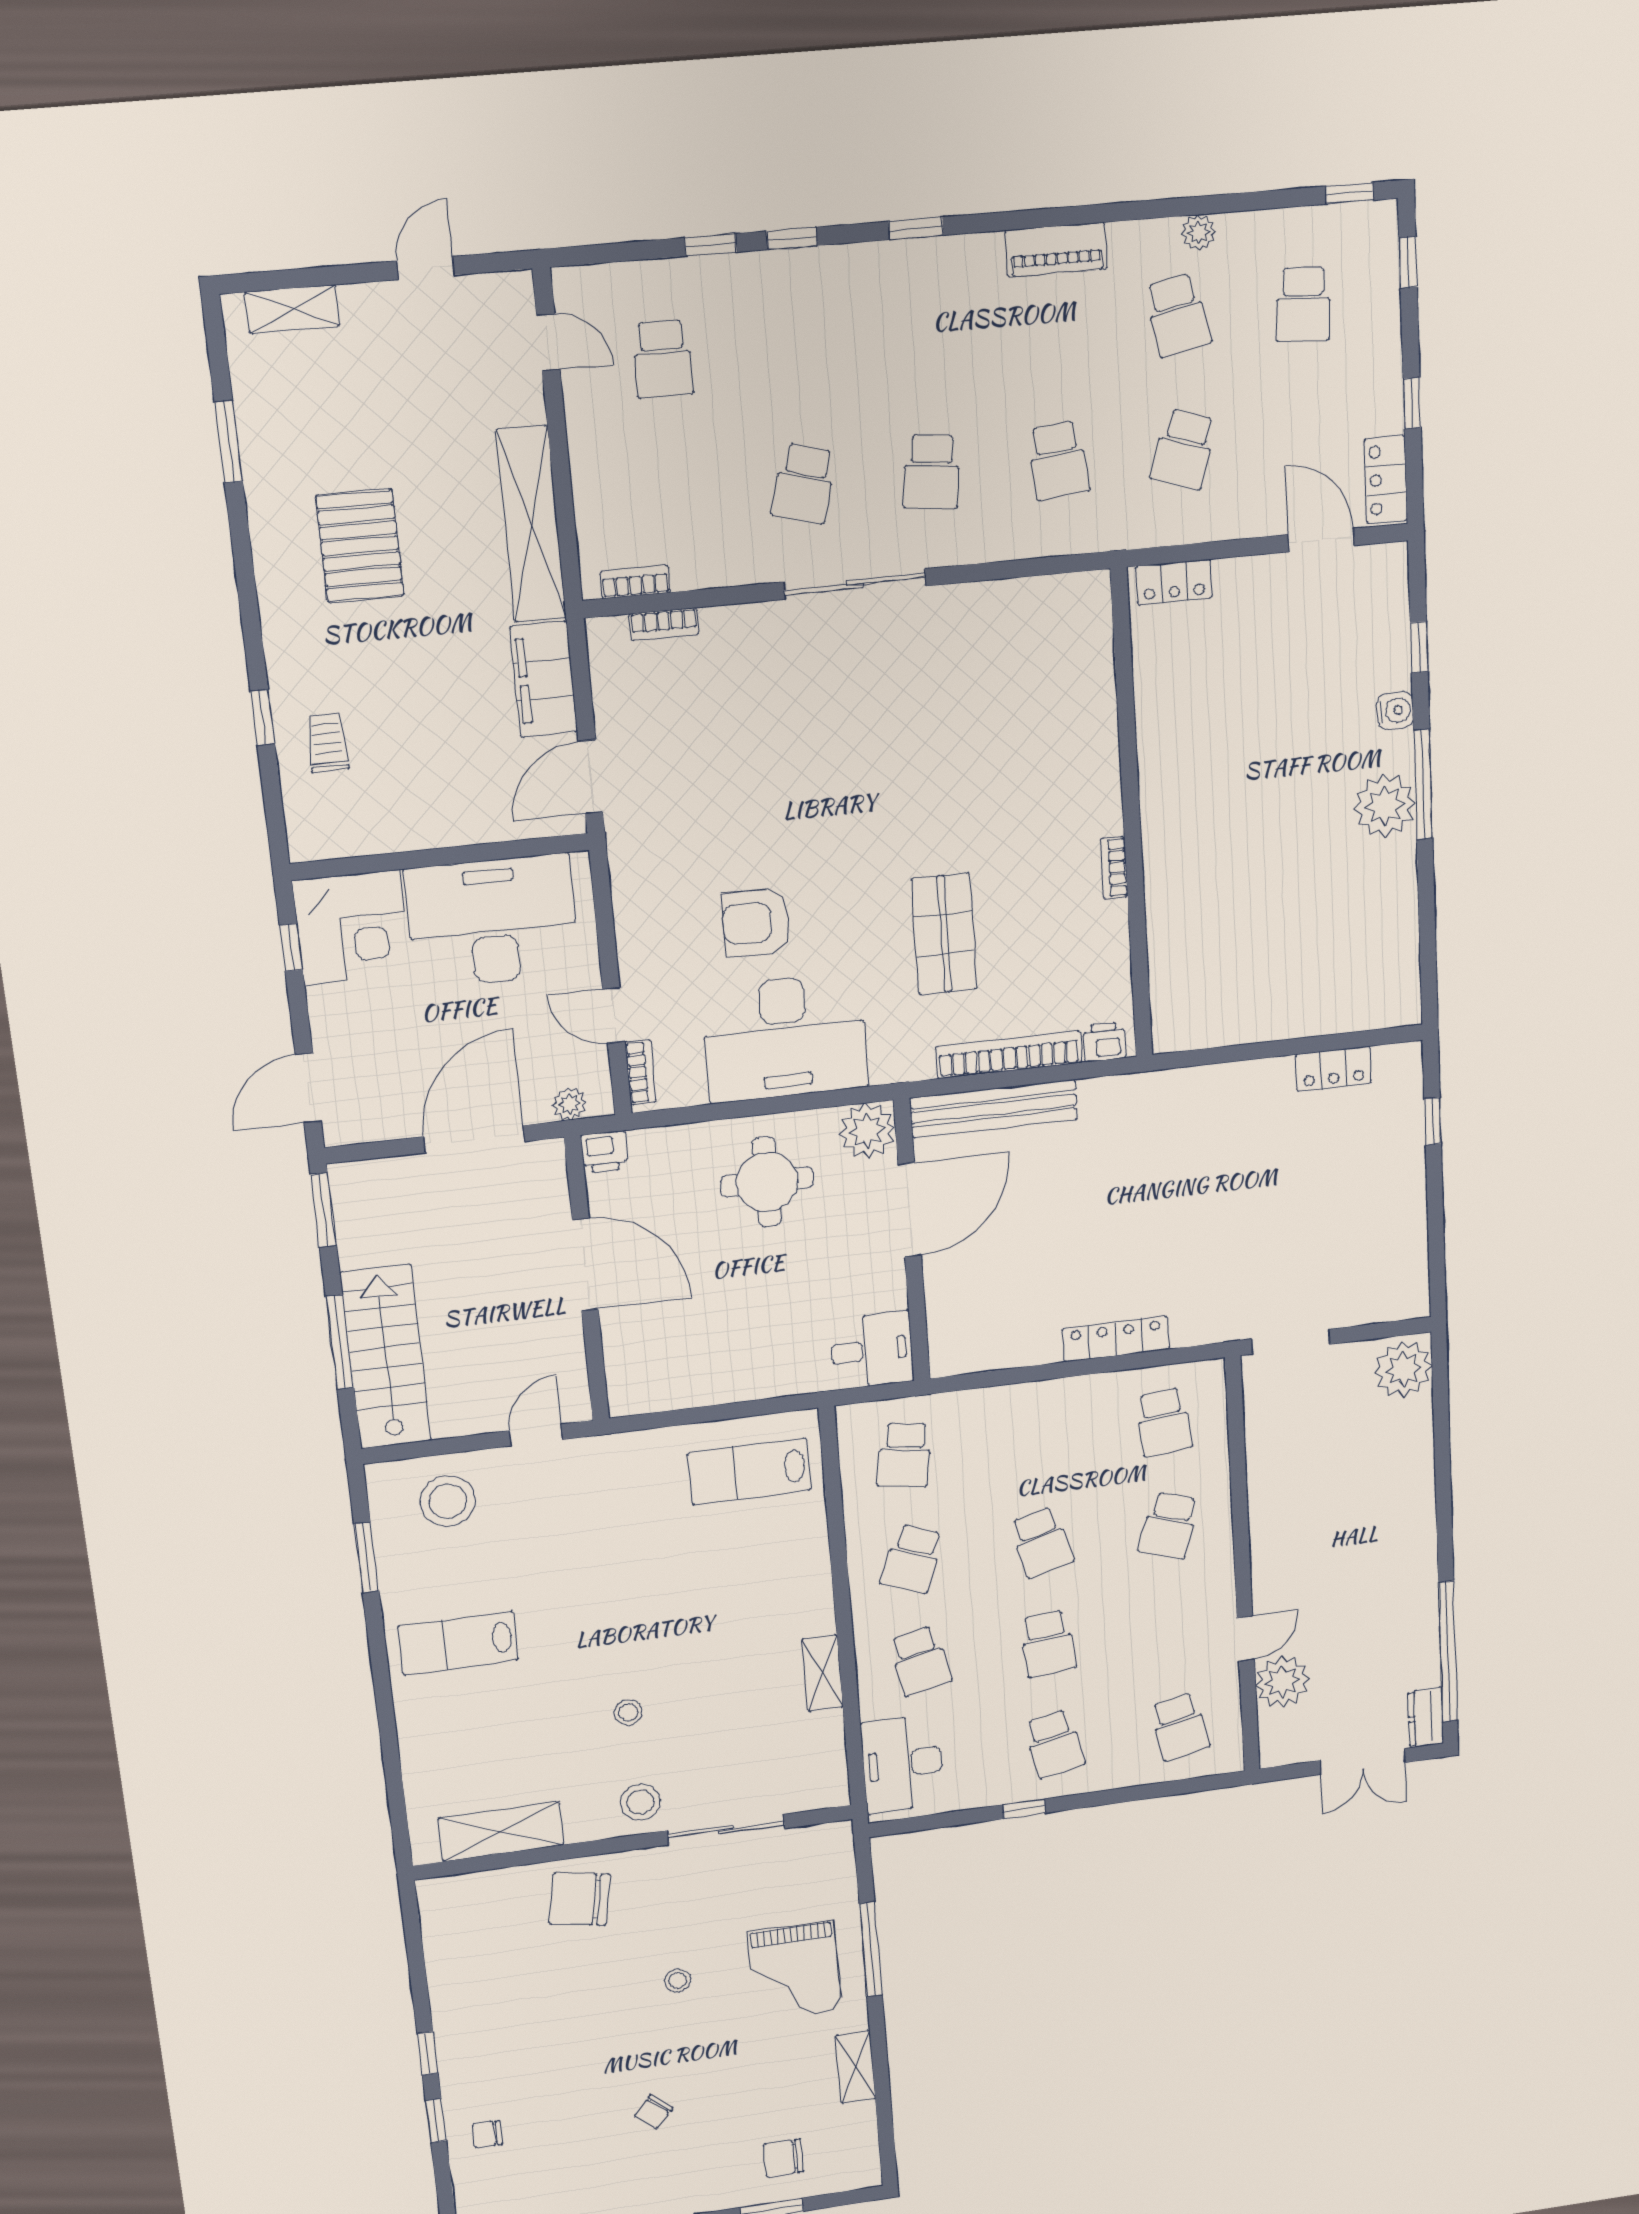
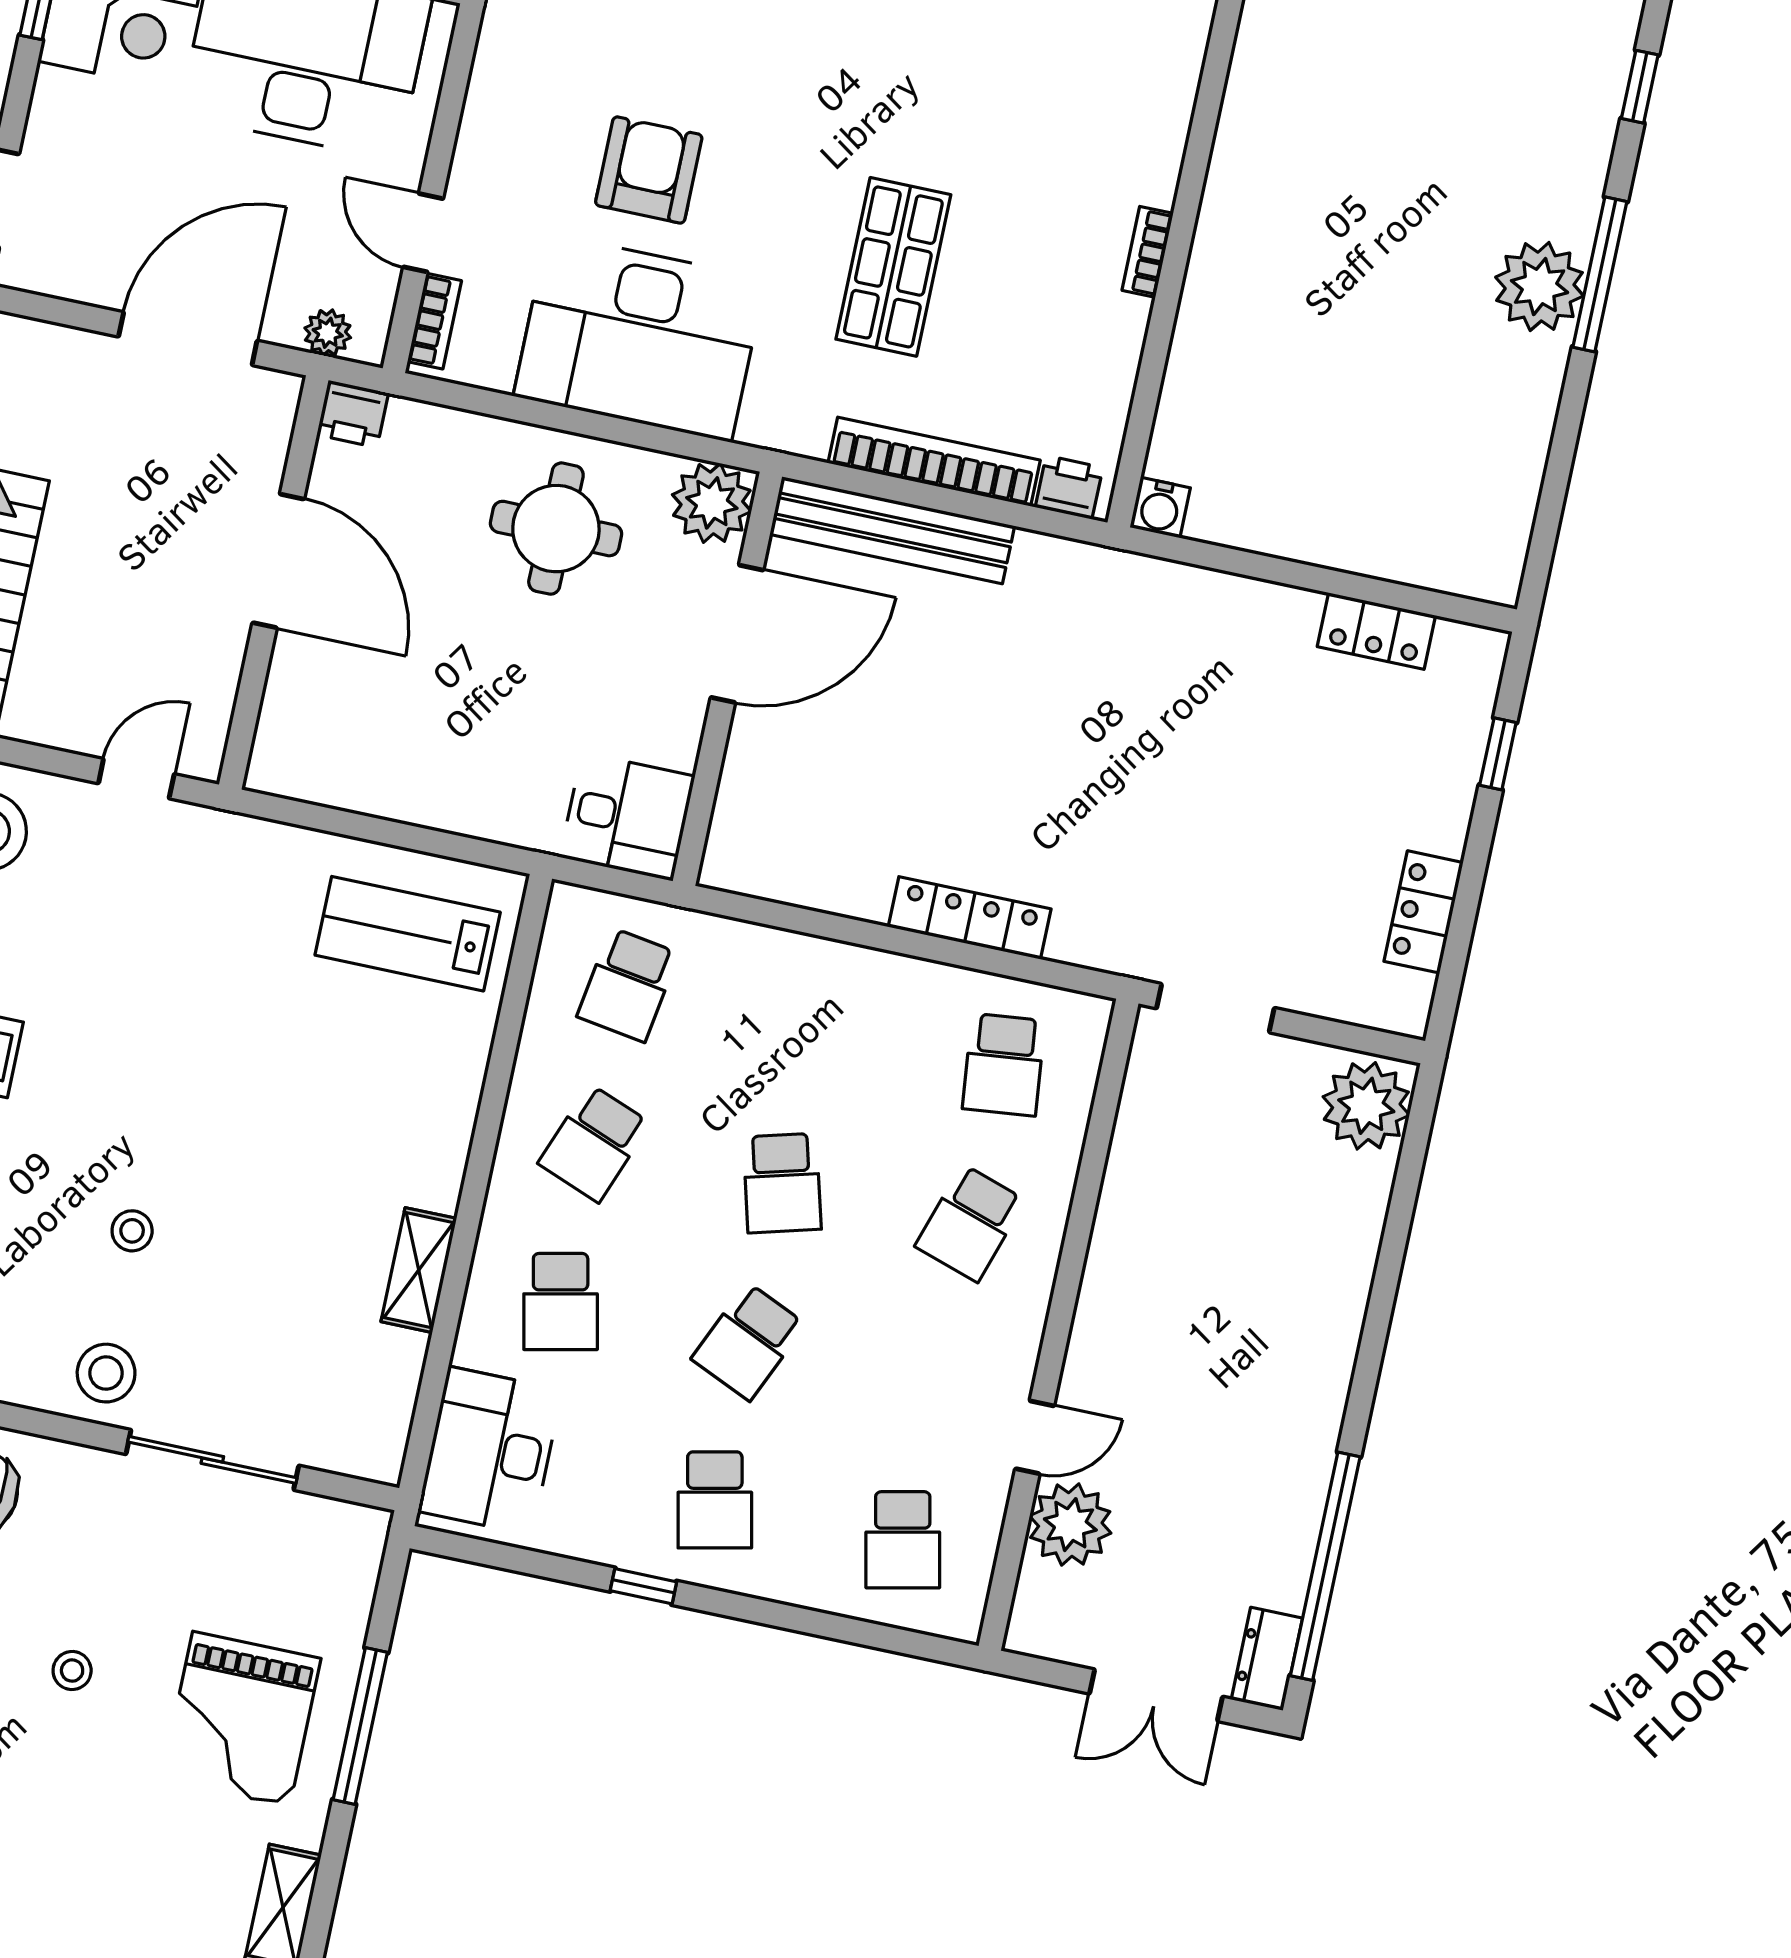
water cooler: (1395, 711) -> (1160, 508), moved, turned 90
armchair: (756, 922) -> (649, 170), turned 90
locker: (1410, 1237) -> (1424, 912), added
school desk: (1048, 1644) -> (748, 1341), turned 30

